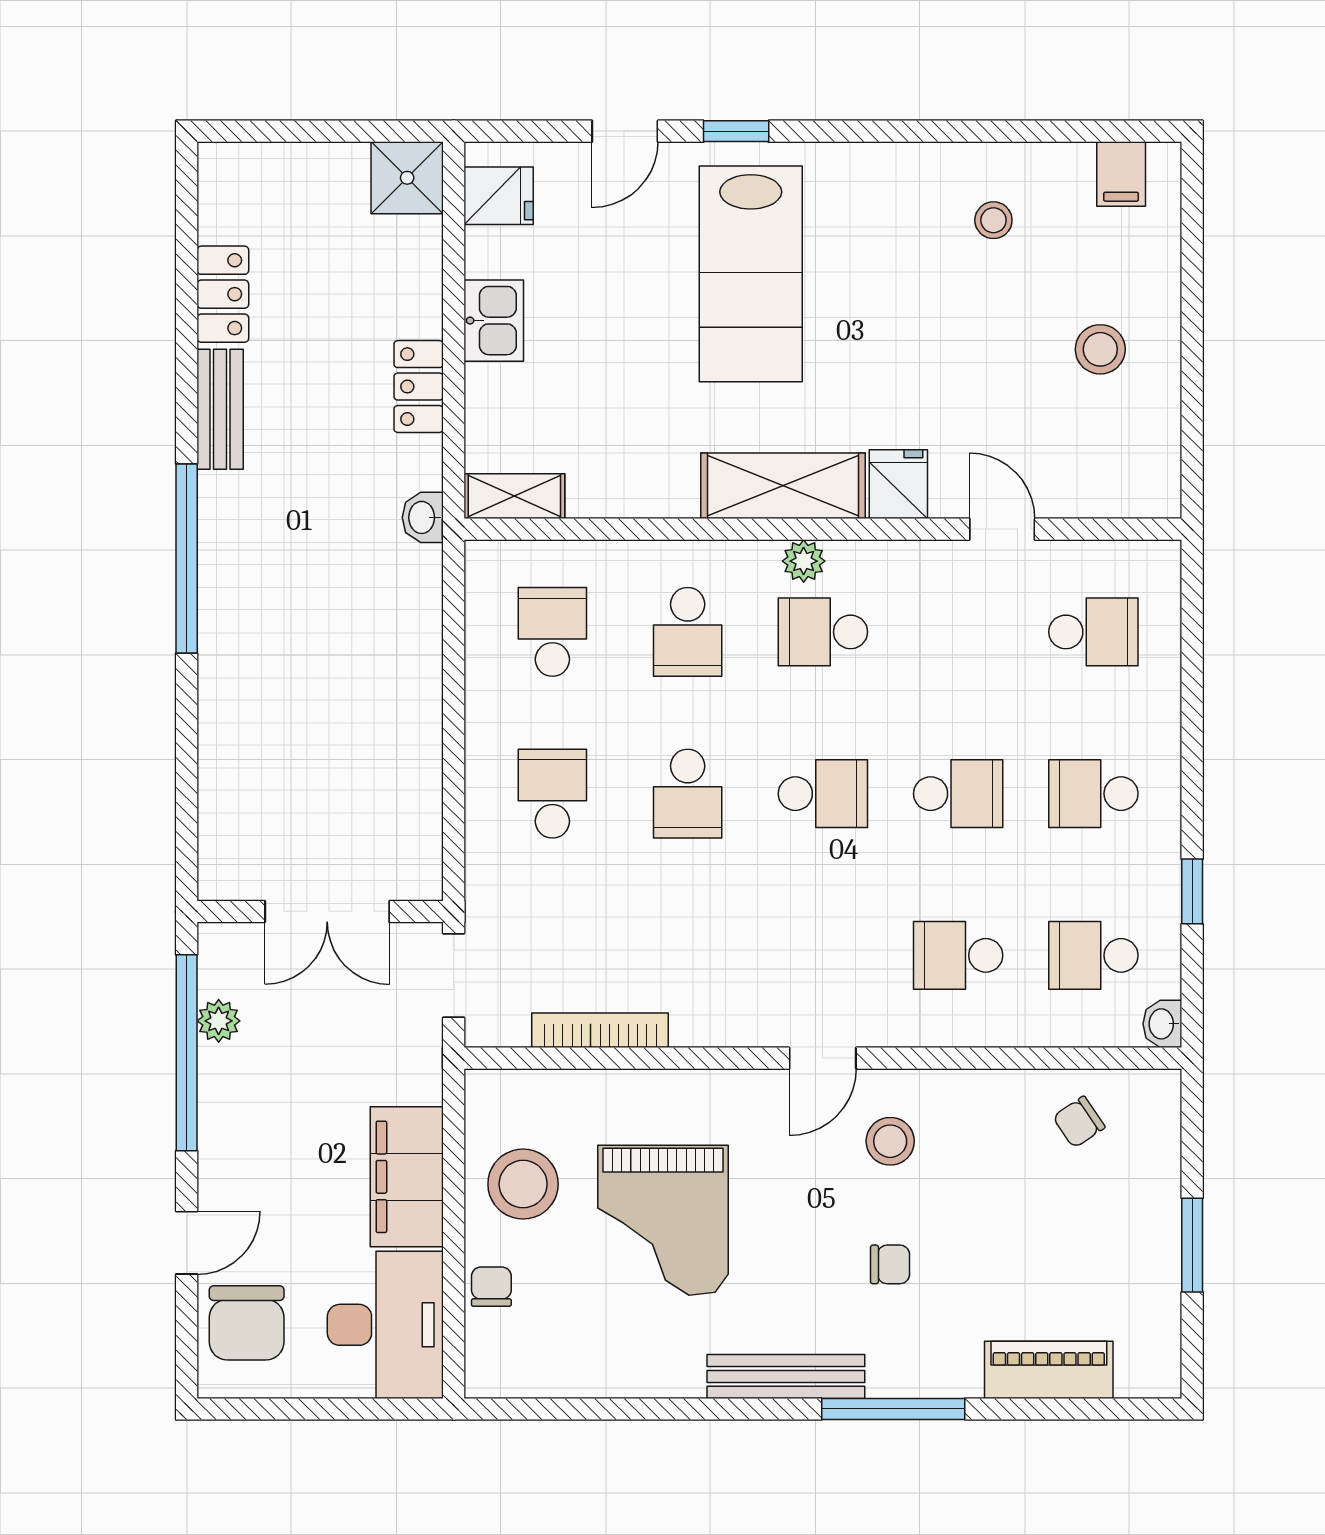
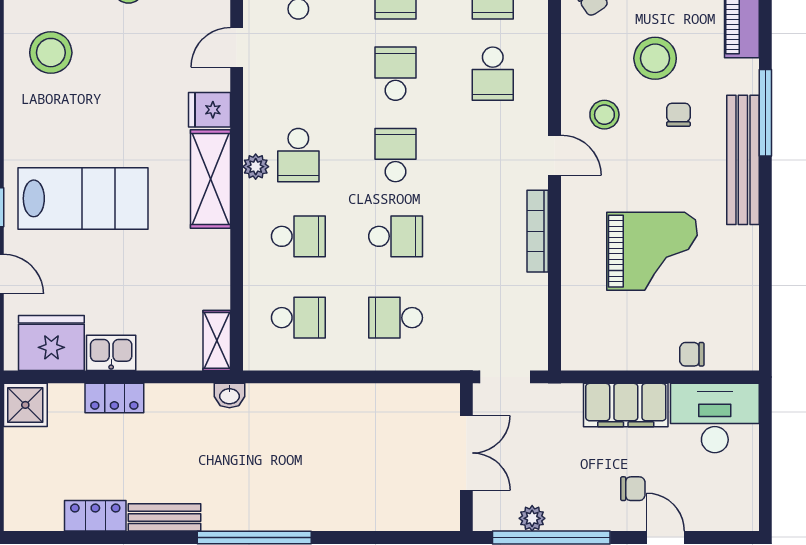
fridge: (499, 196) -> (51, 343), width x1.88, depth x1.34
stool: (993, 220) -> (51, 53), width x1.89, depth x1.89
locker: (419, 387) -> (114, 398), moved
school desk: (552, 632) -> (298, 318), turned 180
bookcase: (600, 1030) -> (538, 231), moved
stool: (523, 1184) -> (655, 58), moved
chair: (247, 1323) -> (633, 489), moved, width x0.54, depth x0.54
bench: (786, 1376) -> (743, 160), width x1.37, depth x1.21

